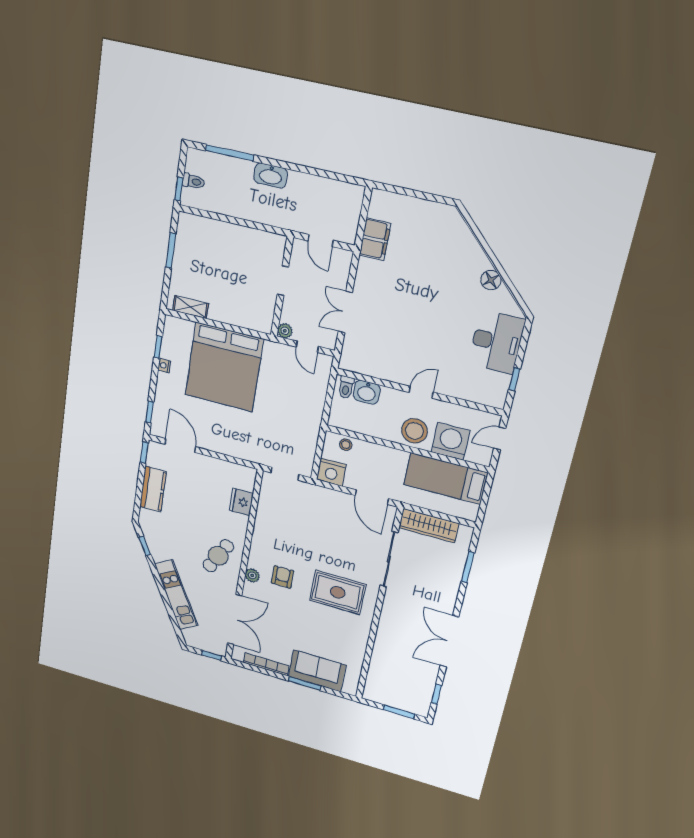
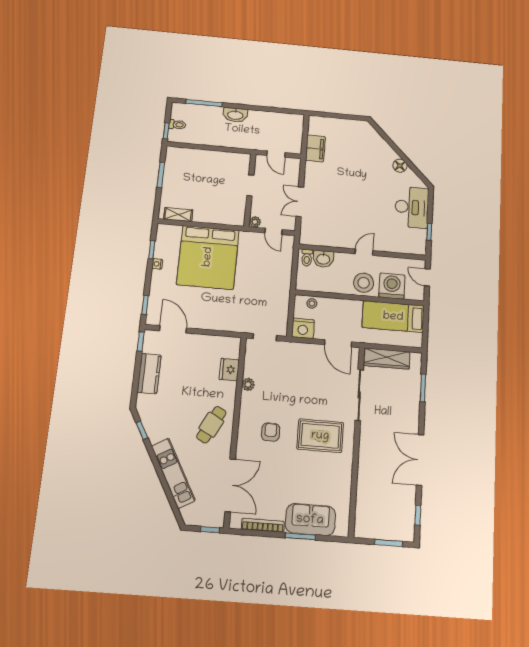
door: (500, 438) -> (427, 277), hinge flipped
plant: (252, 575) -> (248, 384), moved

